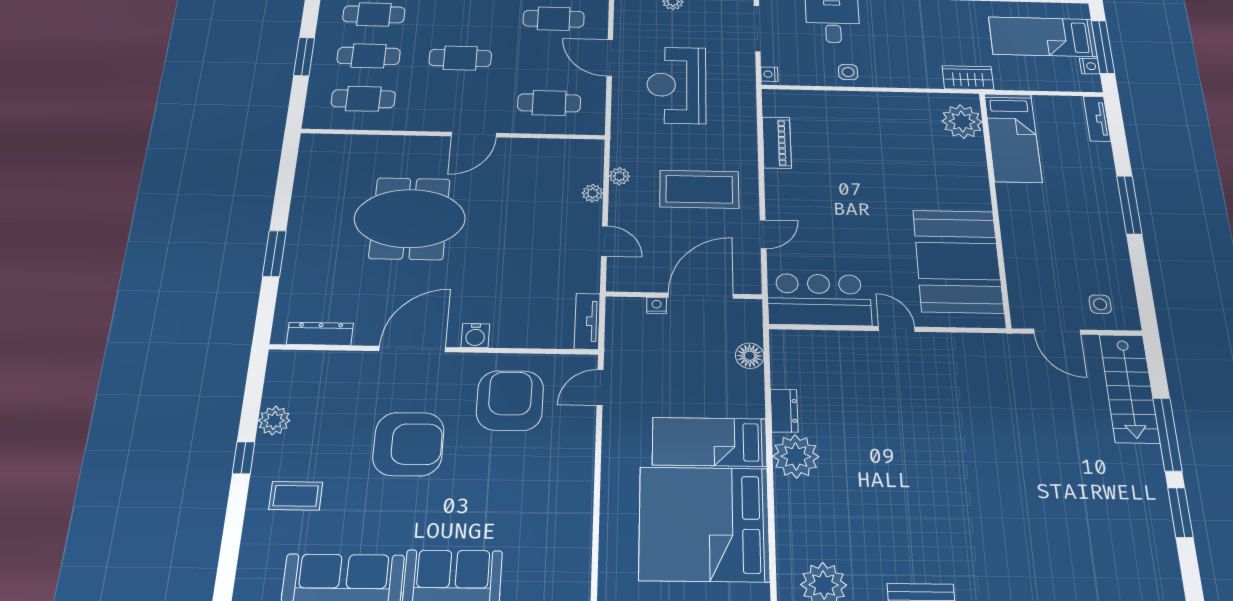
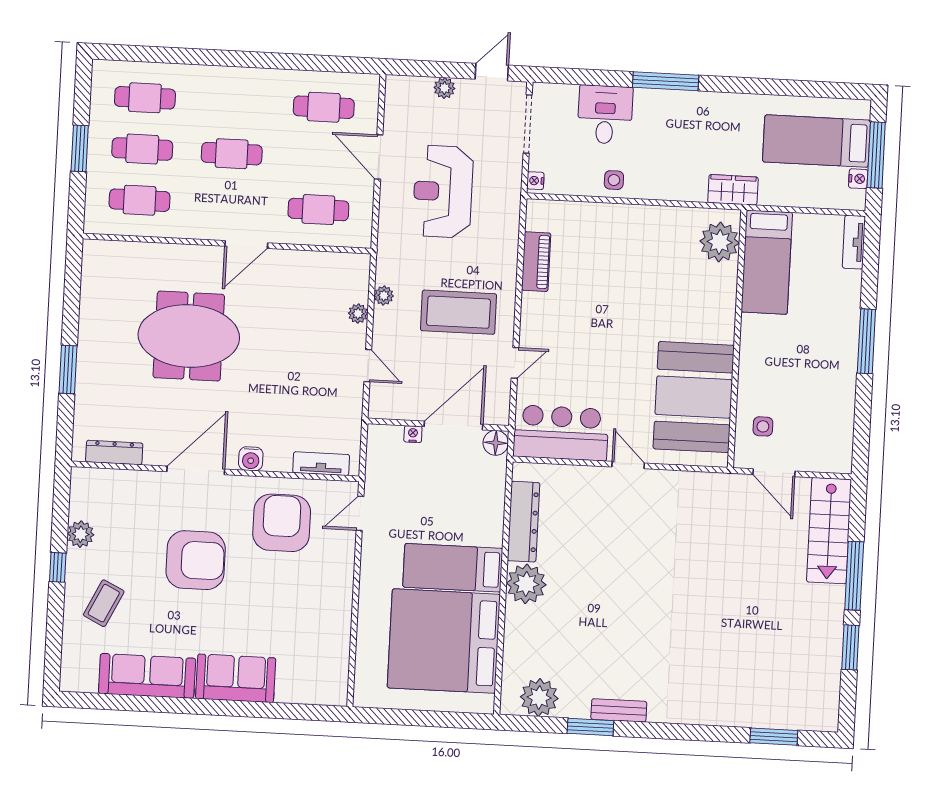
side table: (1100, 304) -> (763, 426), moved
tv unit: (587, 321) -> (321, 464), moved, turned 90
floor lamp: (750, 356) -> (496, 443), moved
dresser: (784, 411) -> (524, 522), width x1.96, depth x1.24
coffee table: (296, 496) -> (104, 603), turned -64

